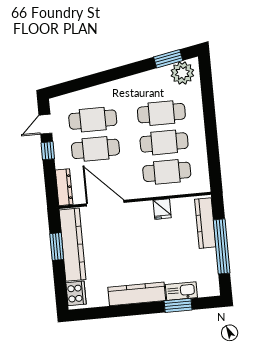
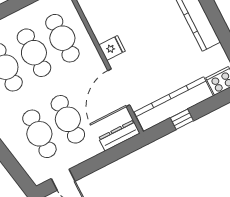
window: (48, 151) -> (89, 167), removed
fridge: (162, 209) -> (112, 48), moved
window: (57, 247) -> (182, 119), width x0.67

